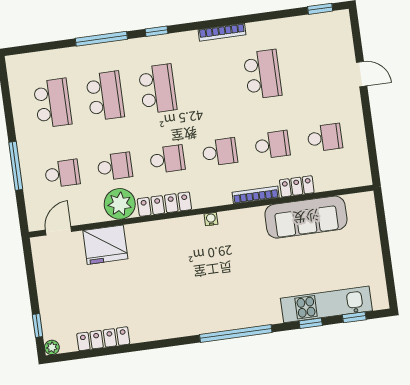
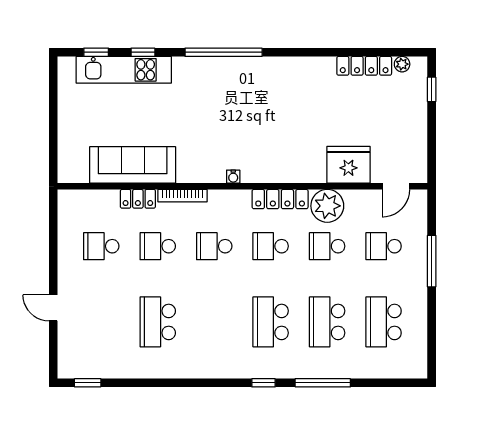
bookcase: (222, 32) -> (194, 372), removed
plant: (52, 347) -> (402, 64), moved

